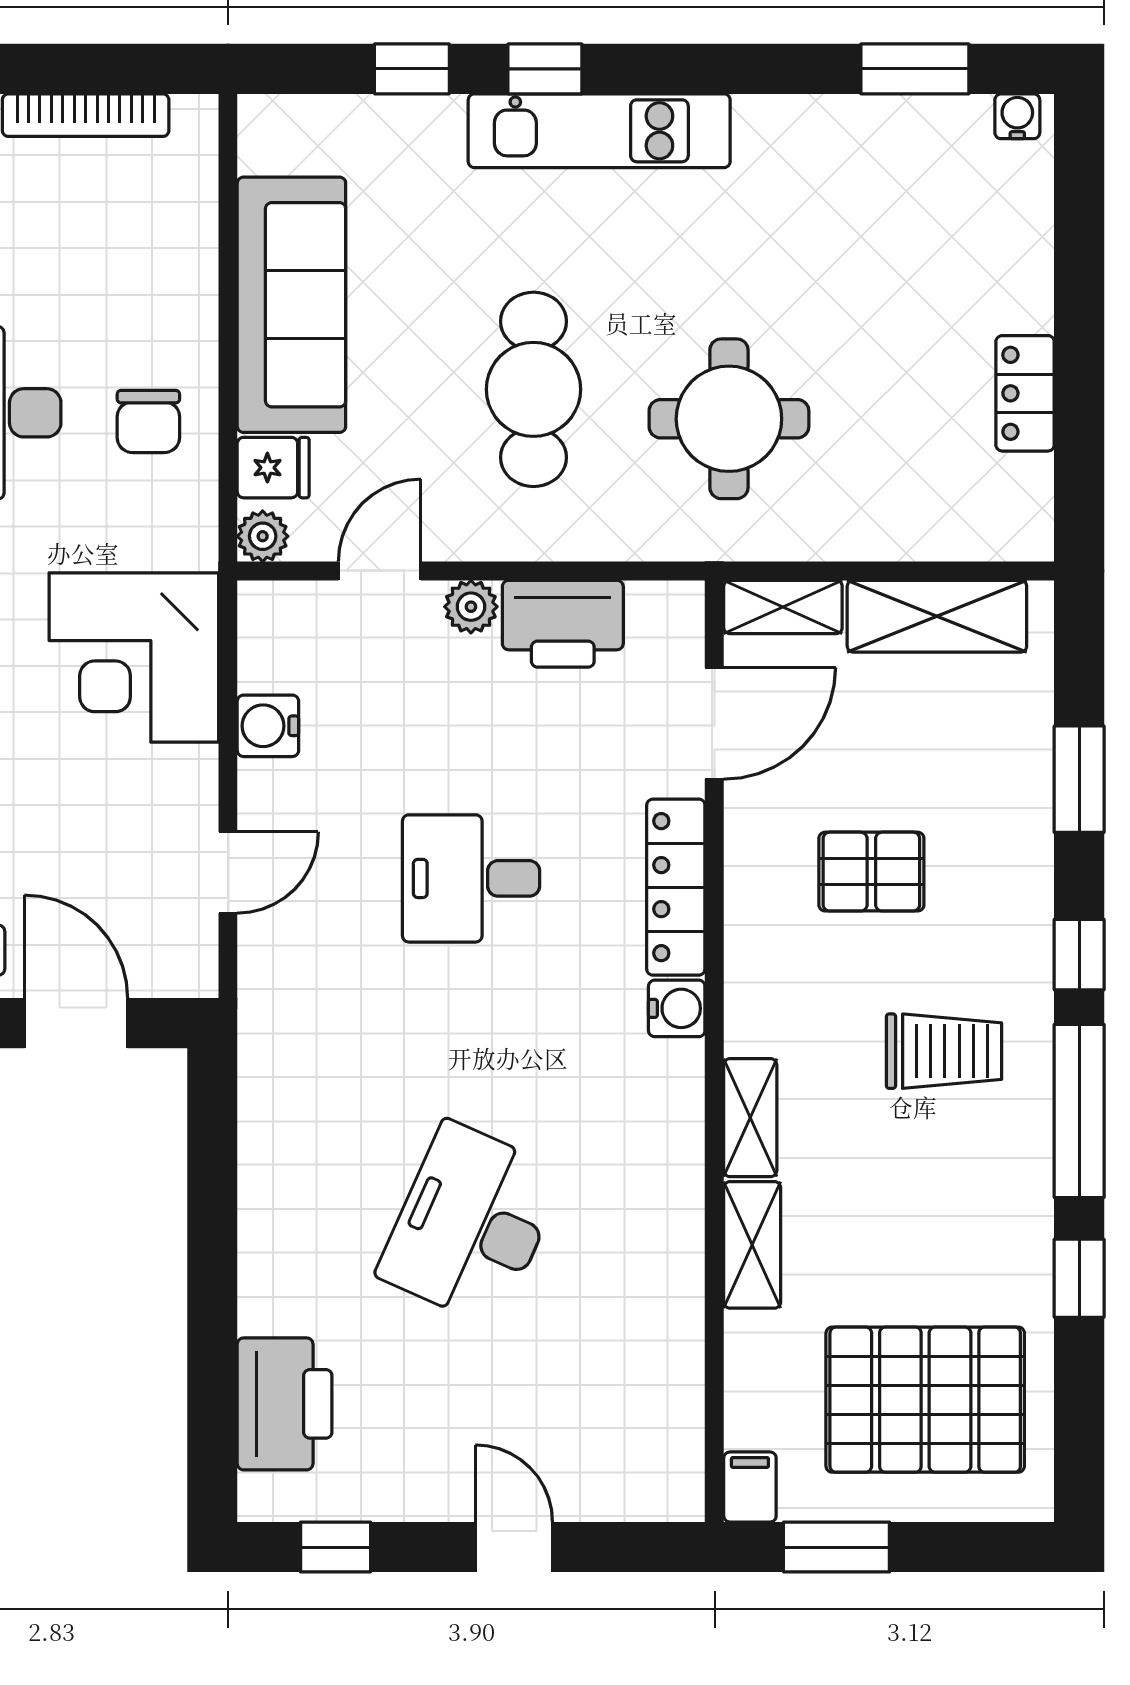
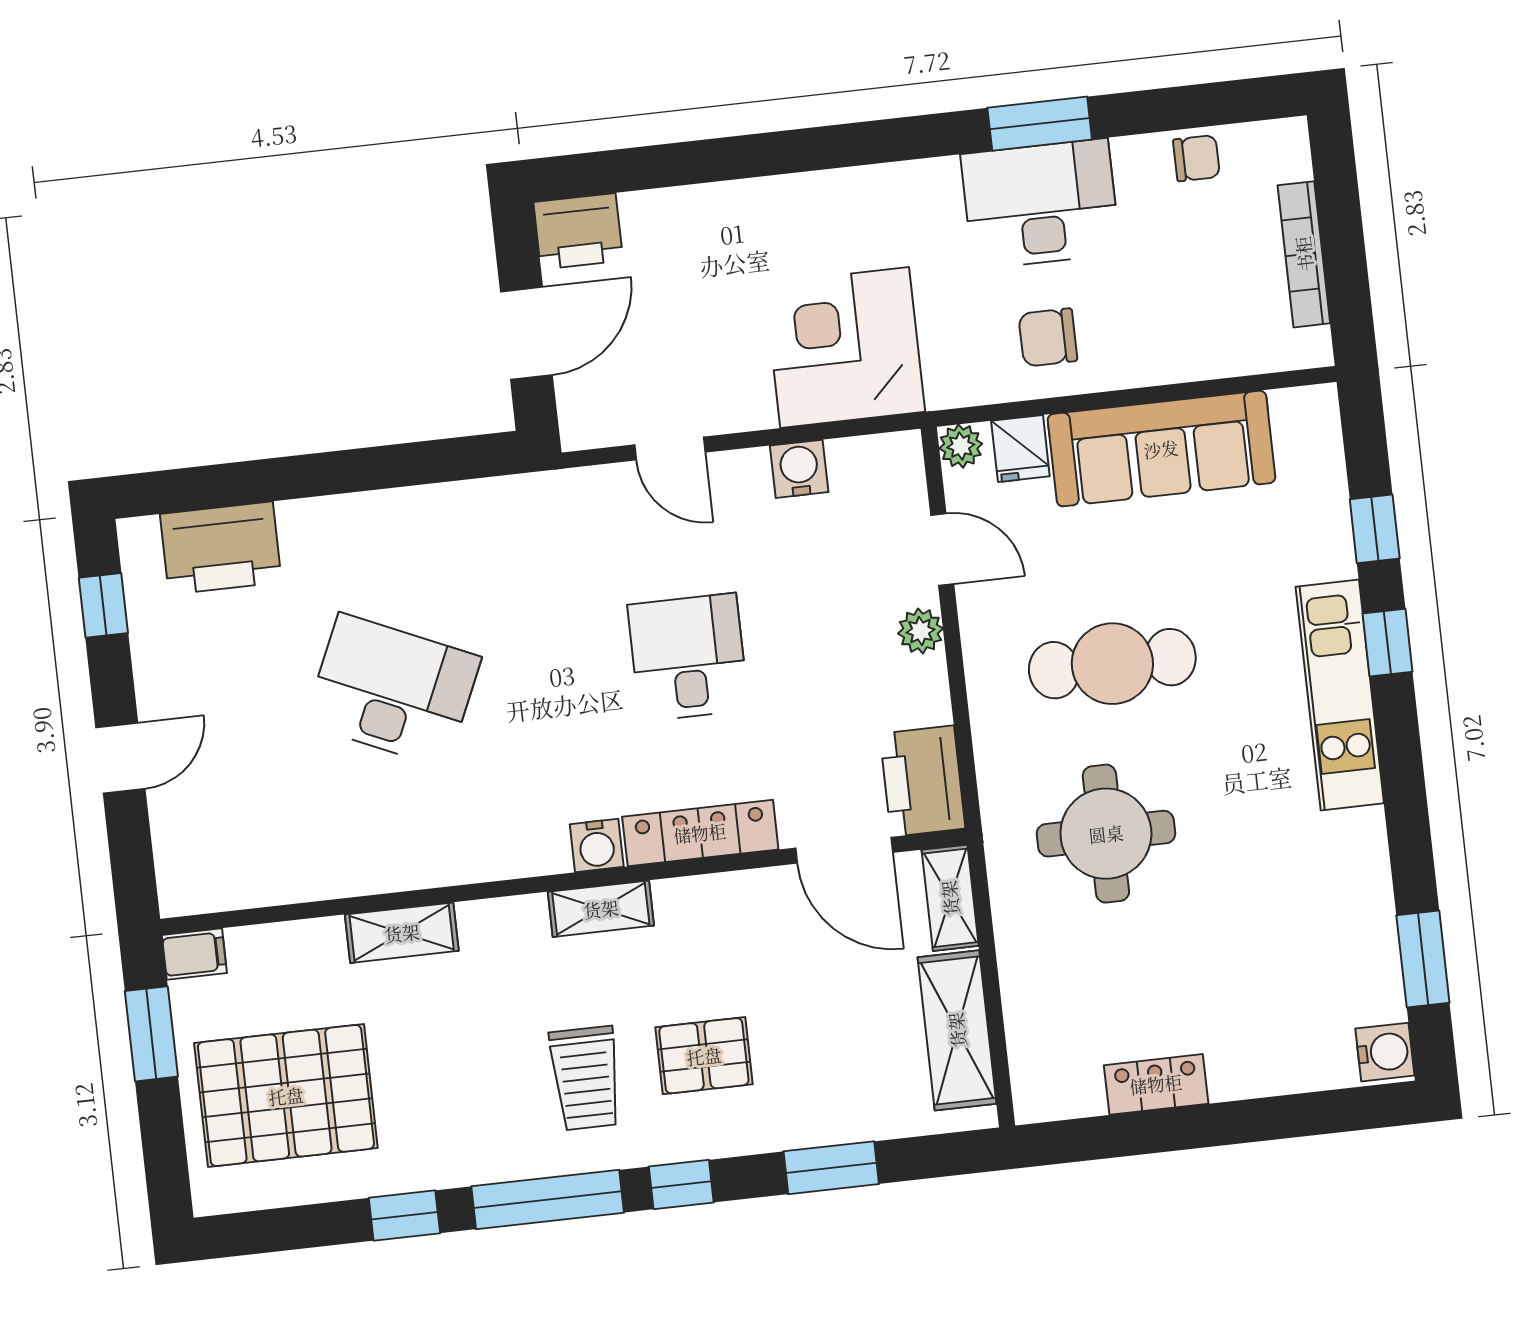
water cooler: (1017, 116) -> (1385, 1052), width x1.38, depth x1.38
printer: (563, 624) -> (923, 781), moved
pallet: (871, 872) -> (704, 1056), moved, turned 90
shelving: (750, 1118) -> (601, 909), moved
pallet: (925, 1400) -> (286, 1096), turned 90

